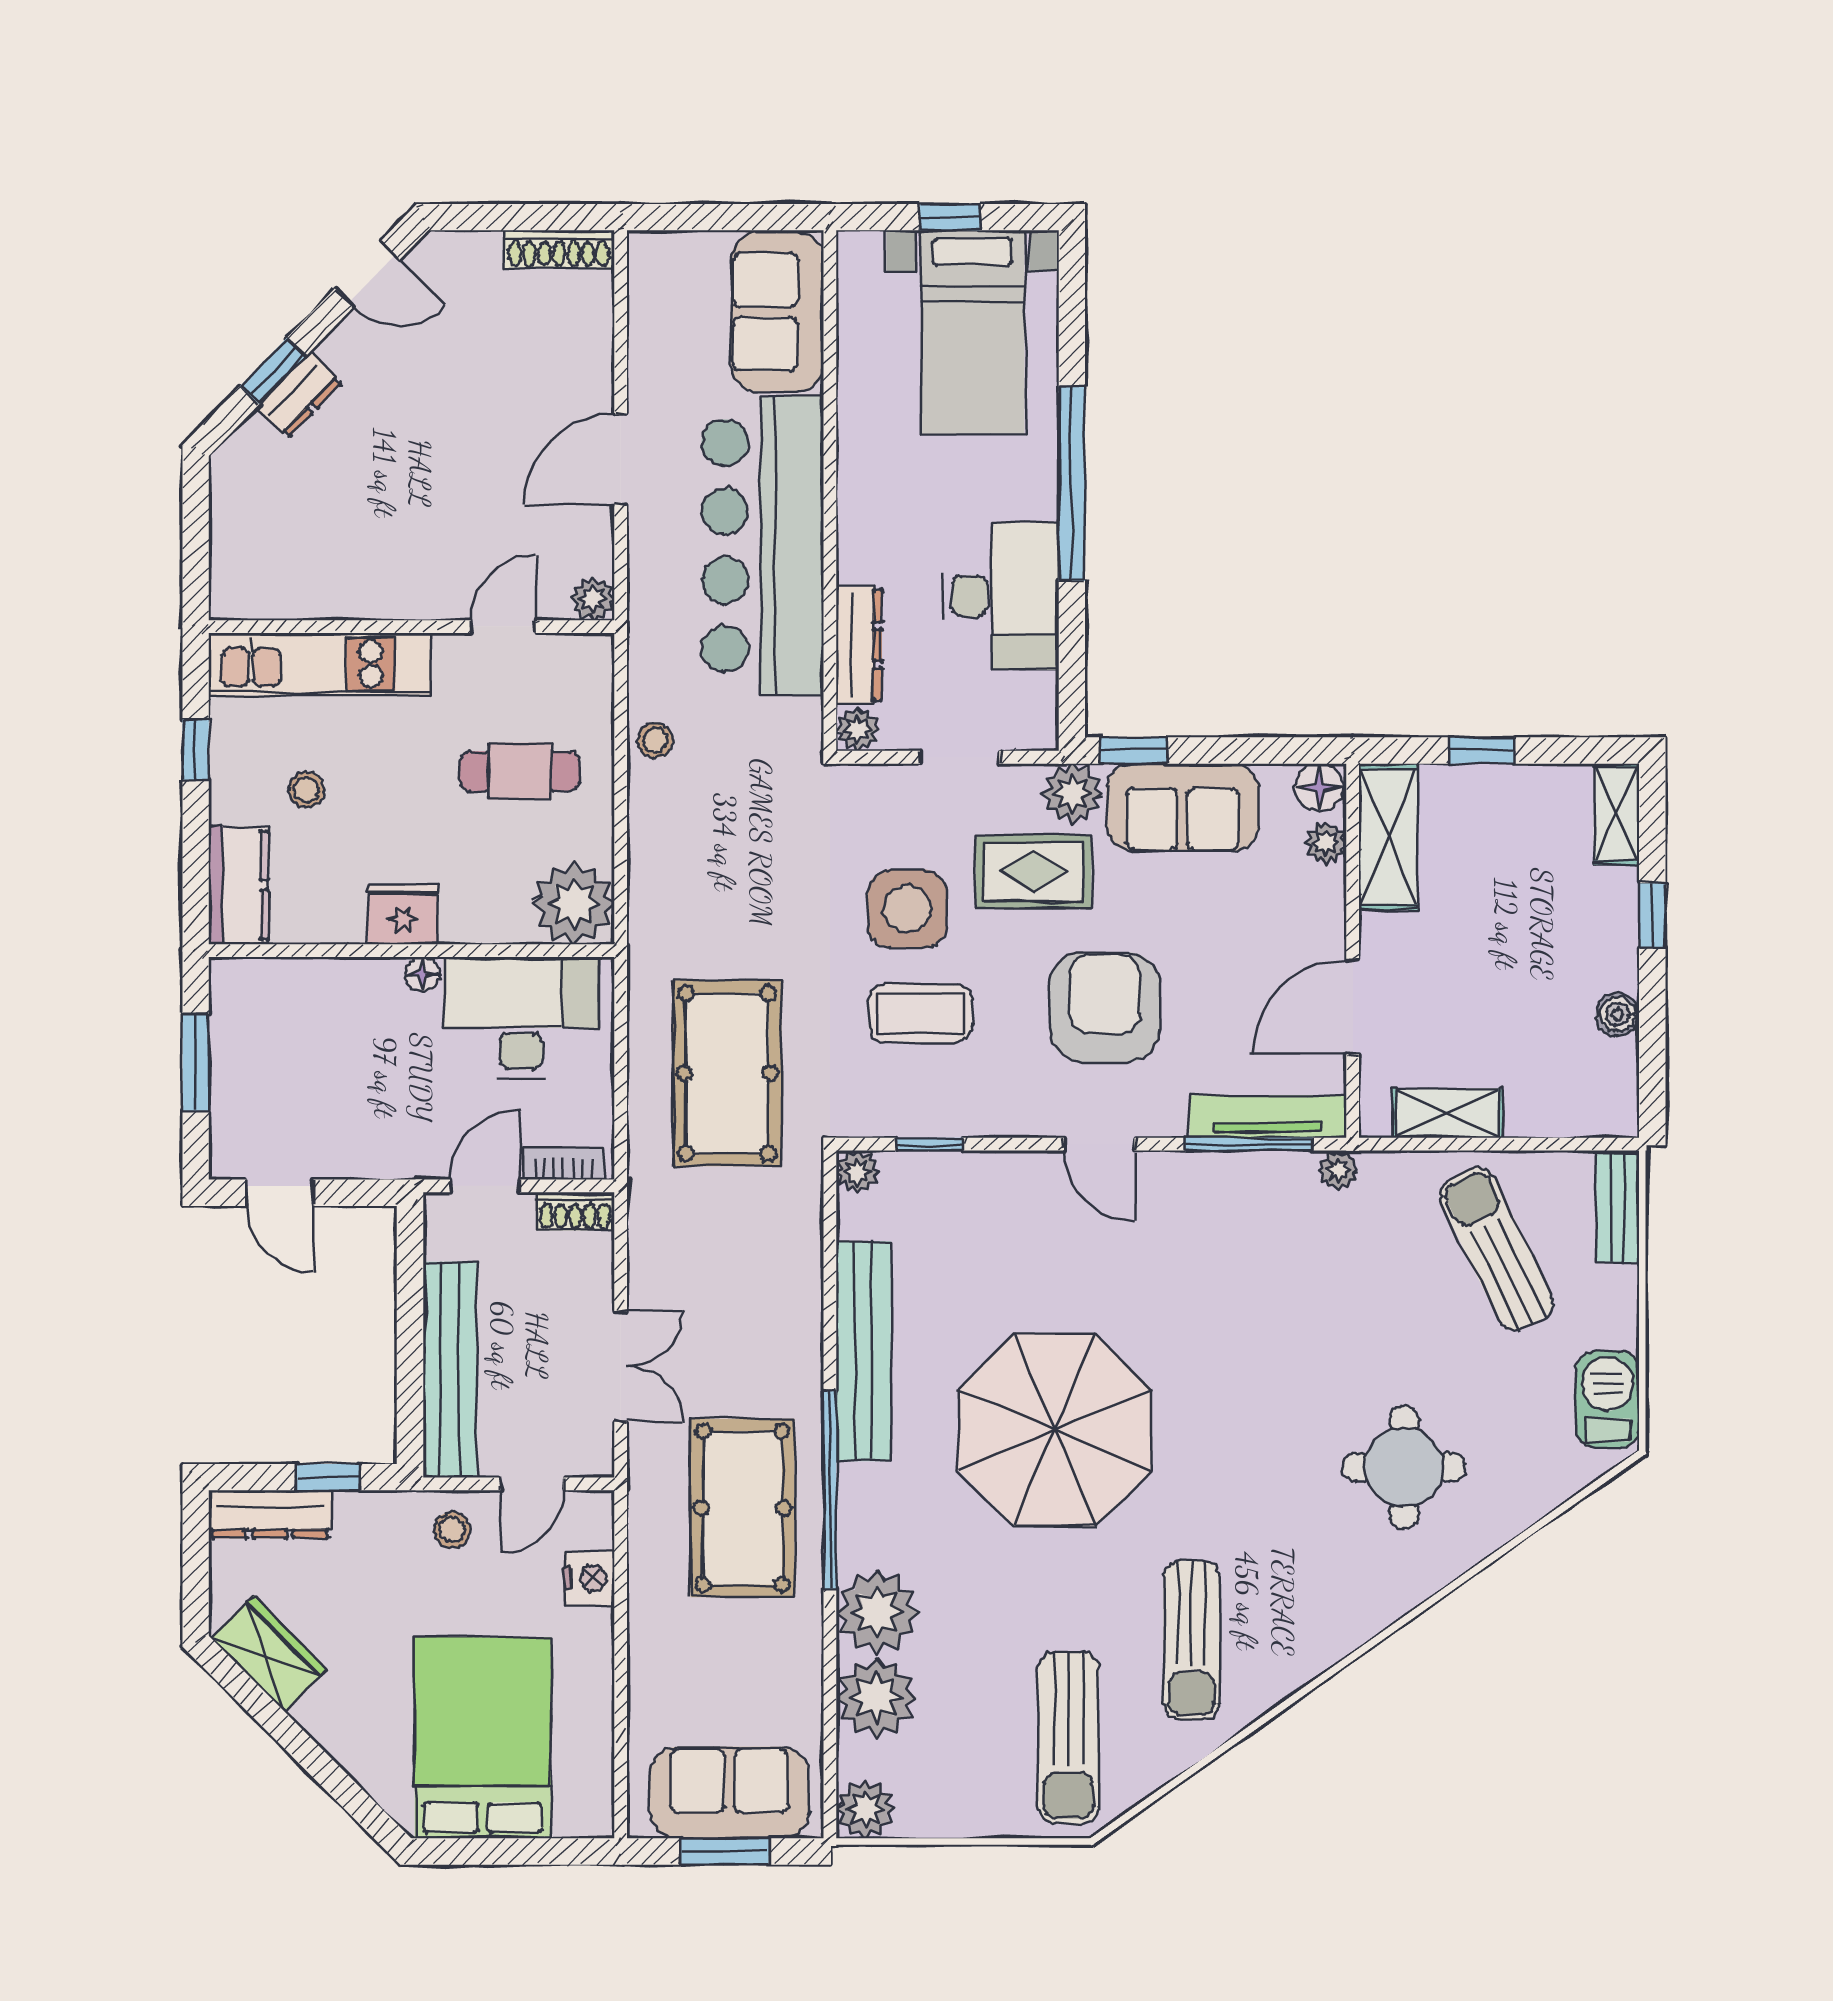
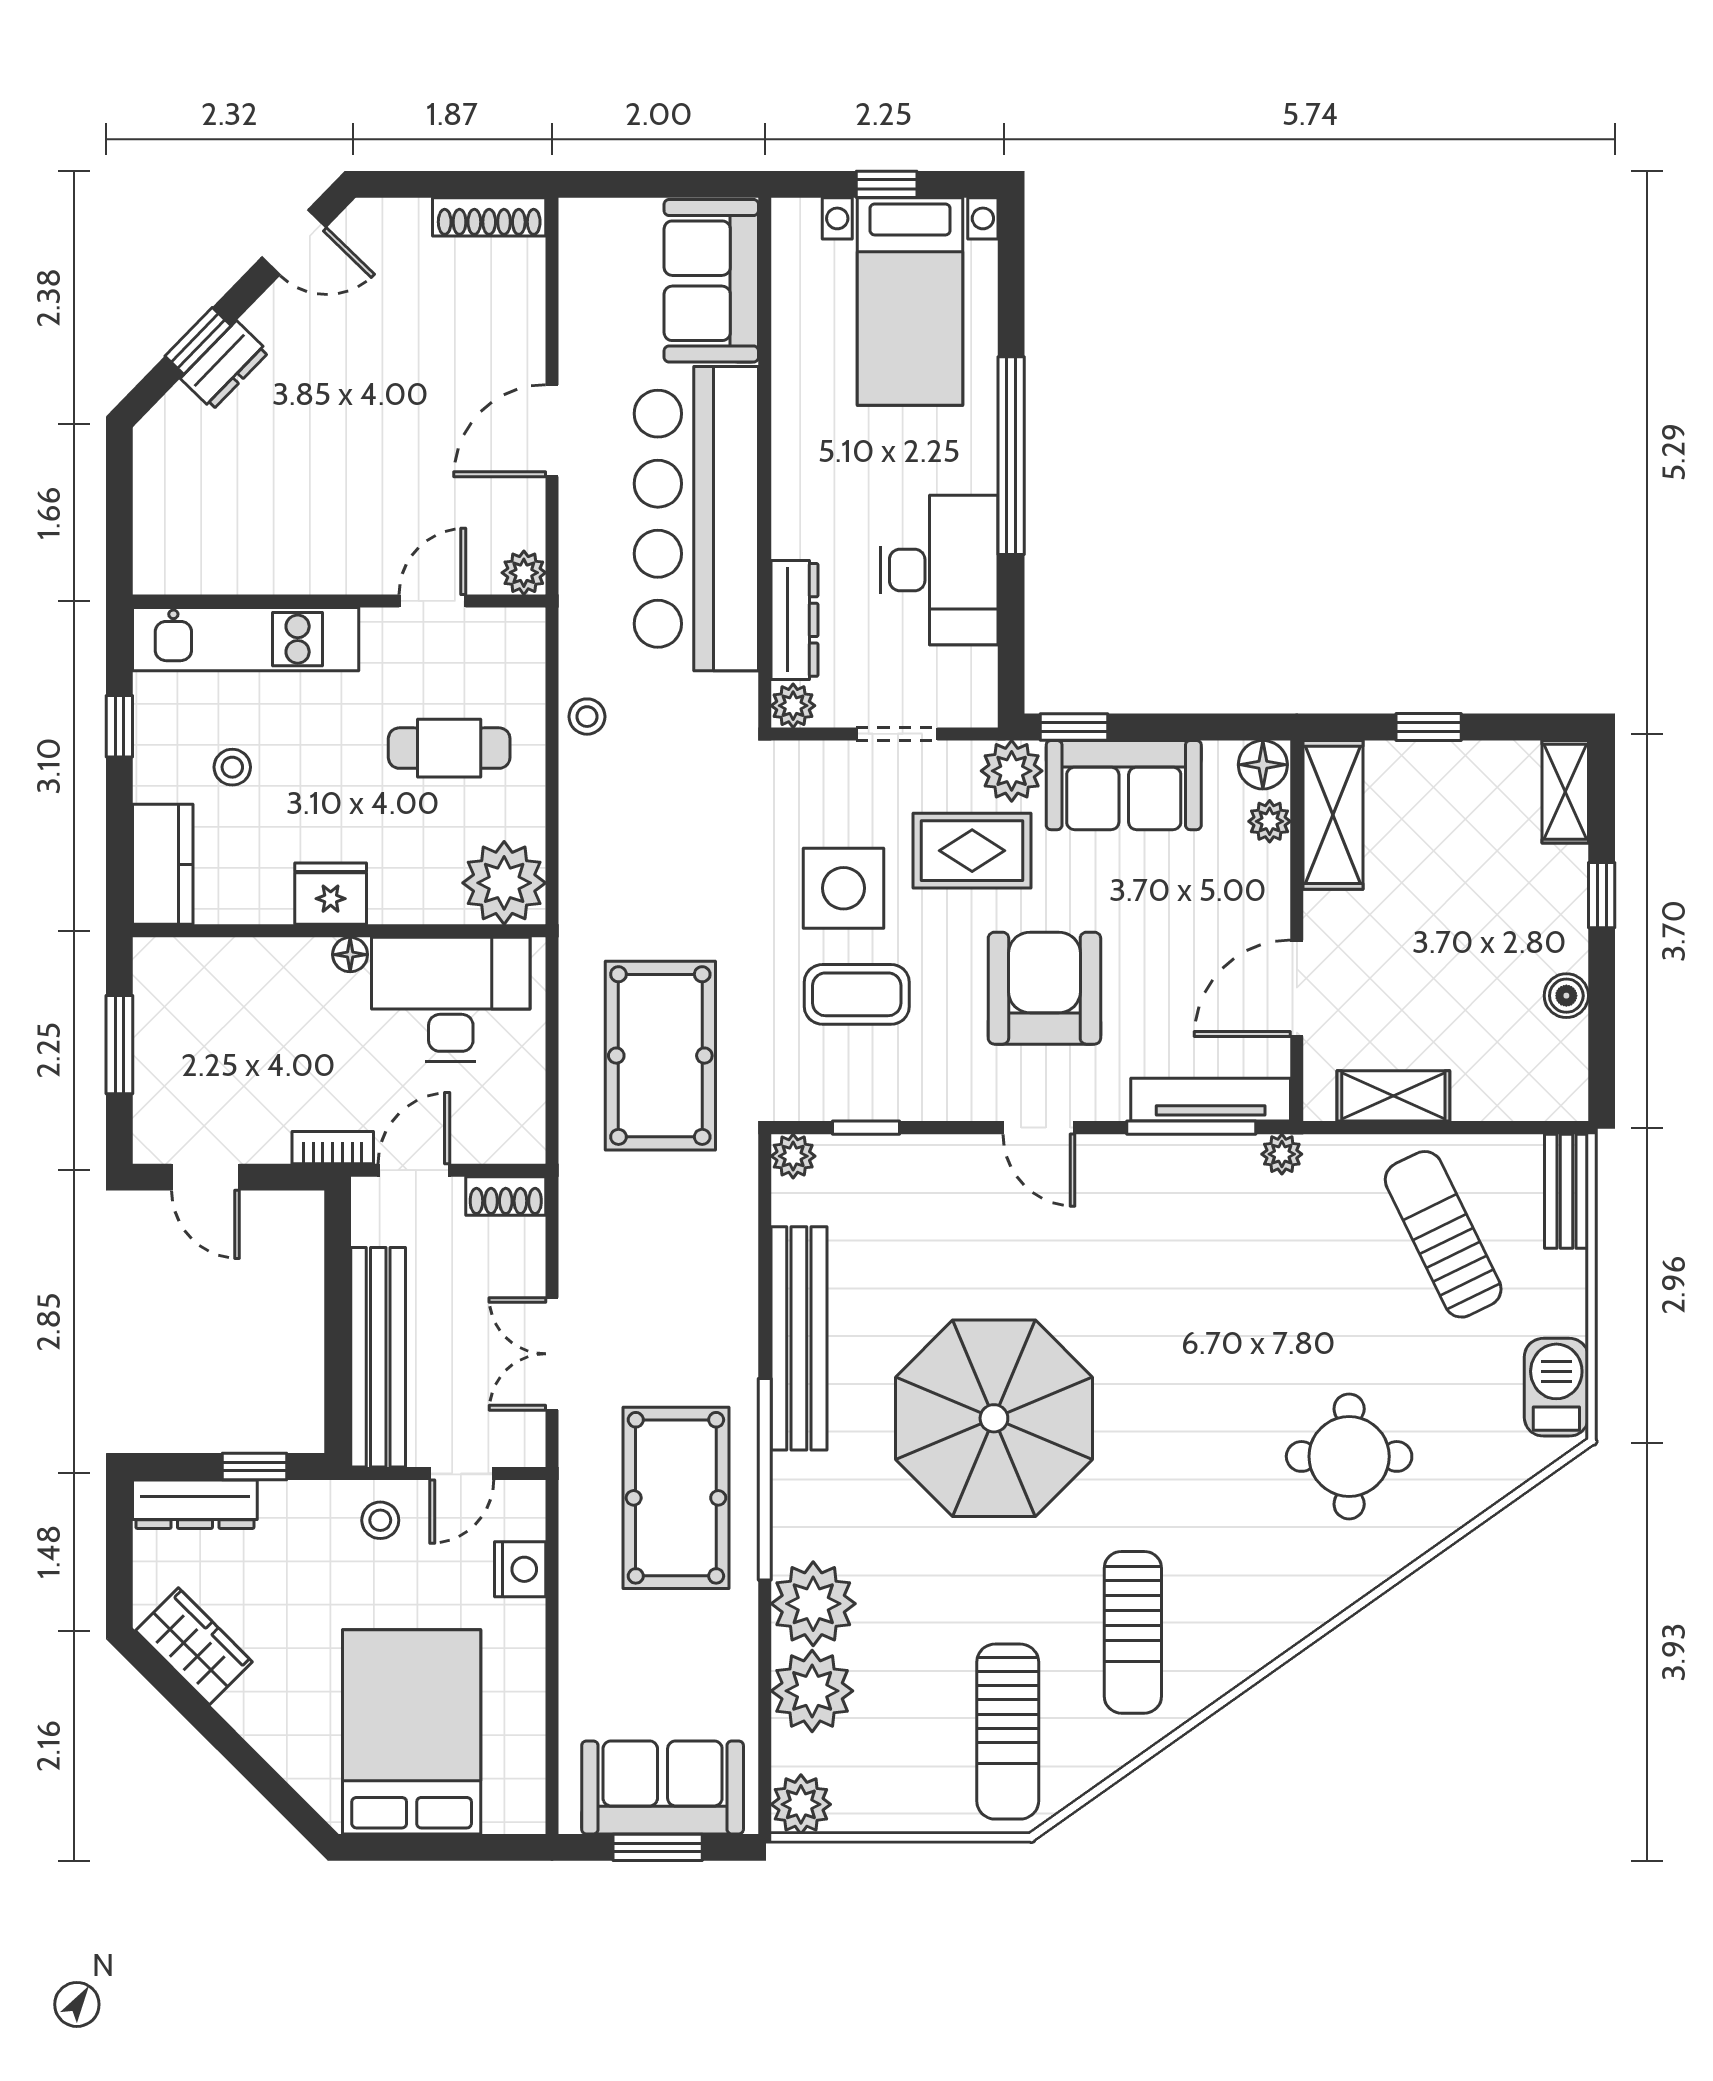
bookcase: (564, 1164) -> (333, 1148), moved
double door: (621, 1366) -> (552, 1354), swing flipped

